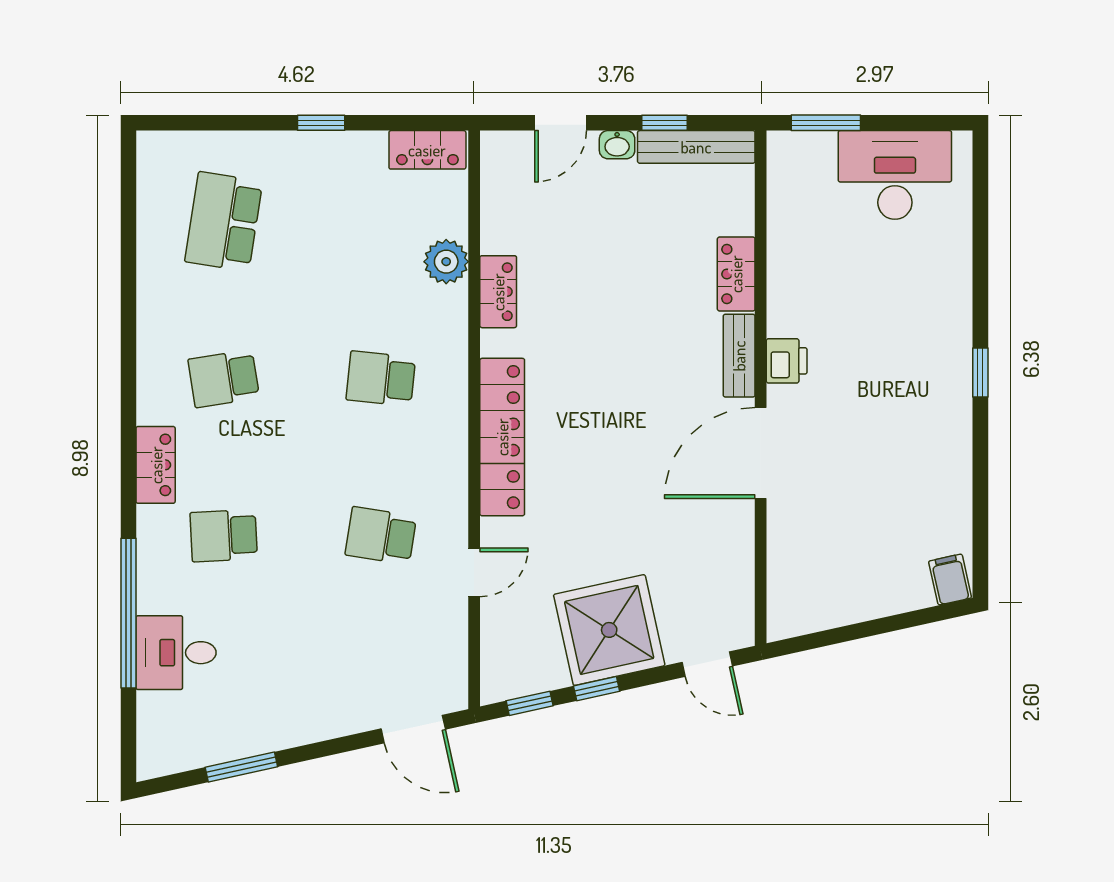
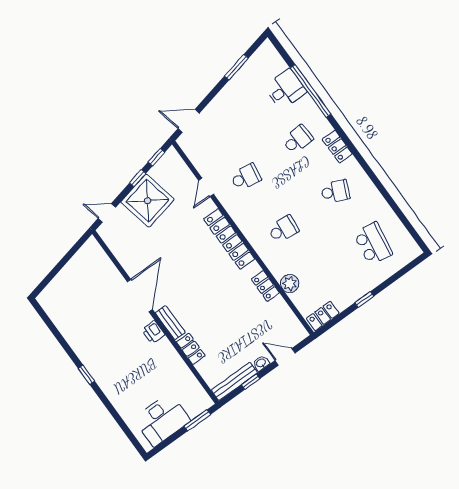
door: (561, 123) -> (285, 357), hinge flipped
school desk: (224, 379) -> (335, 191), turned 33
filing cabinet: (950, 580) -> (47, 299), removed

